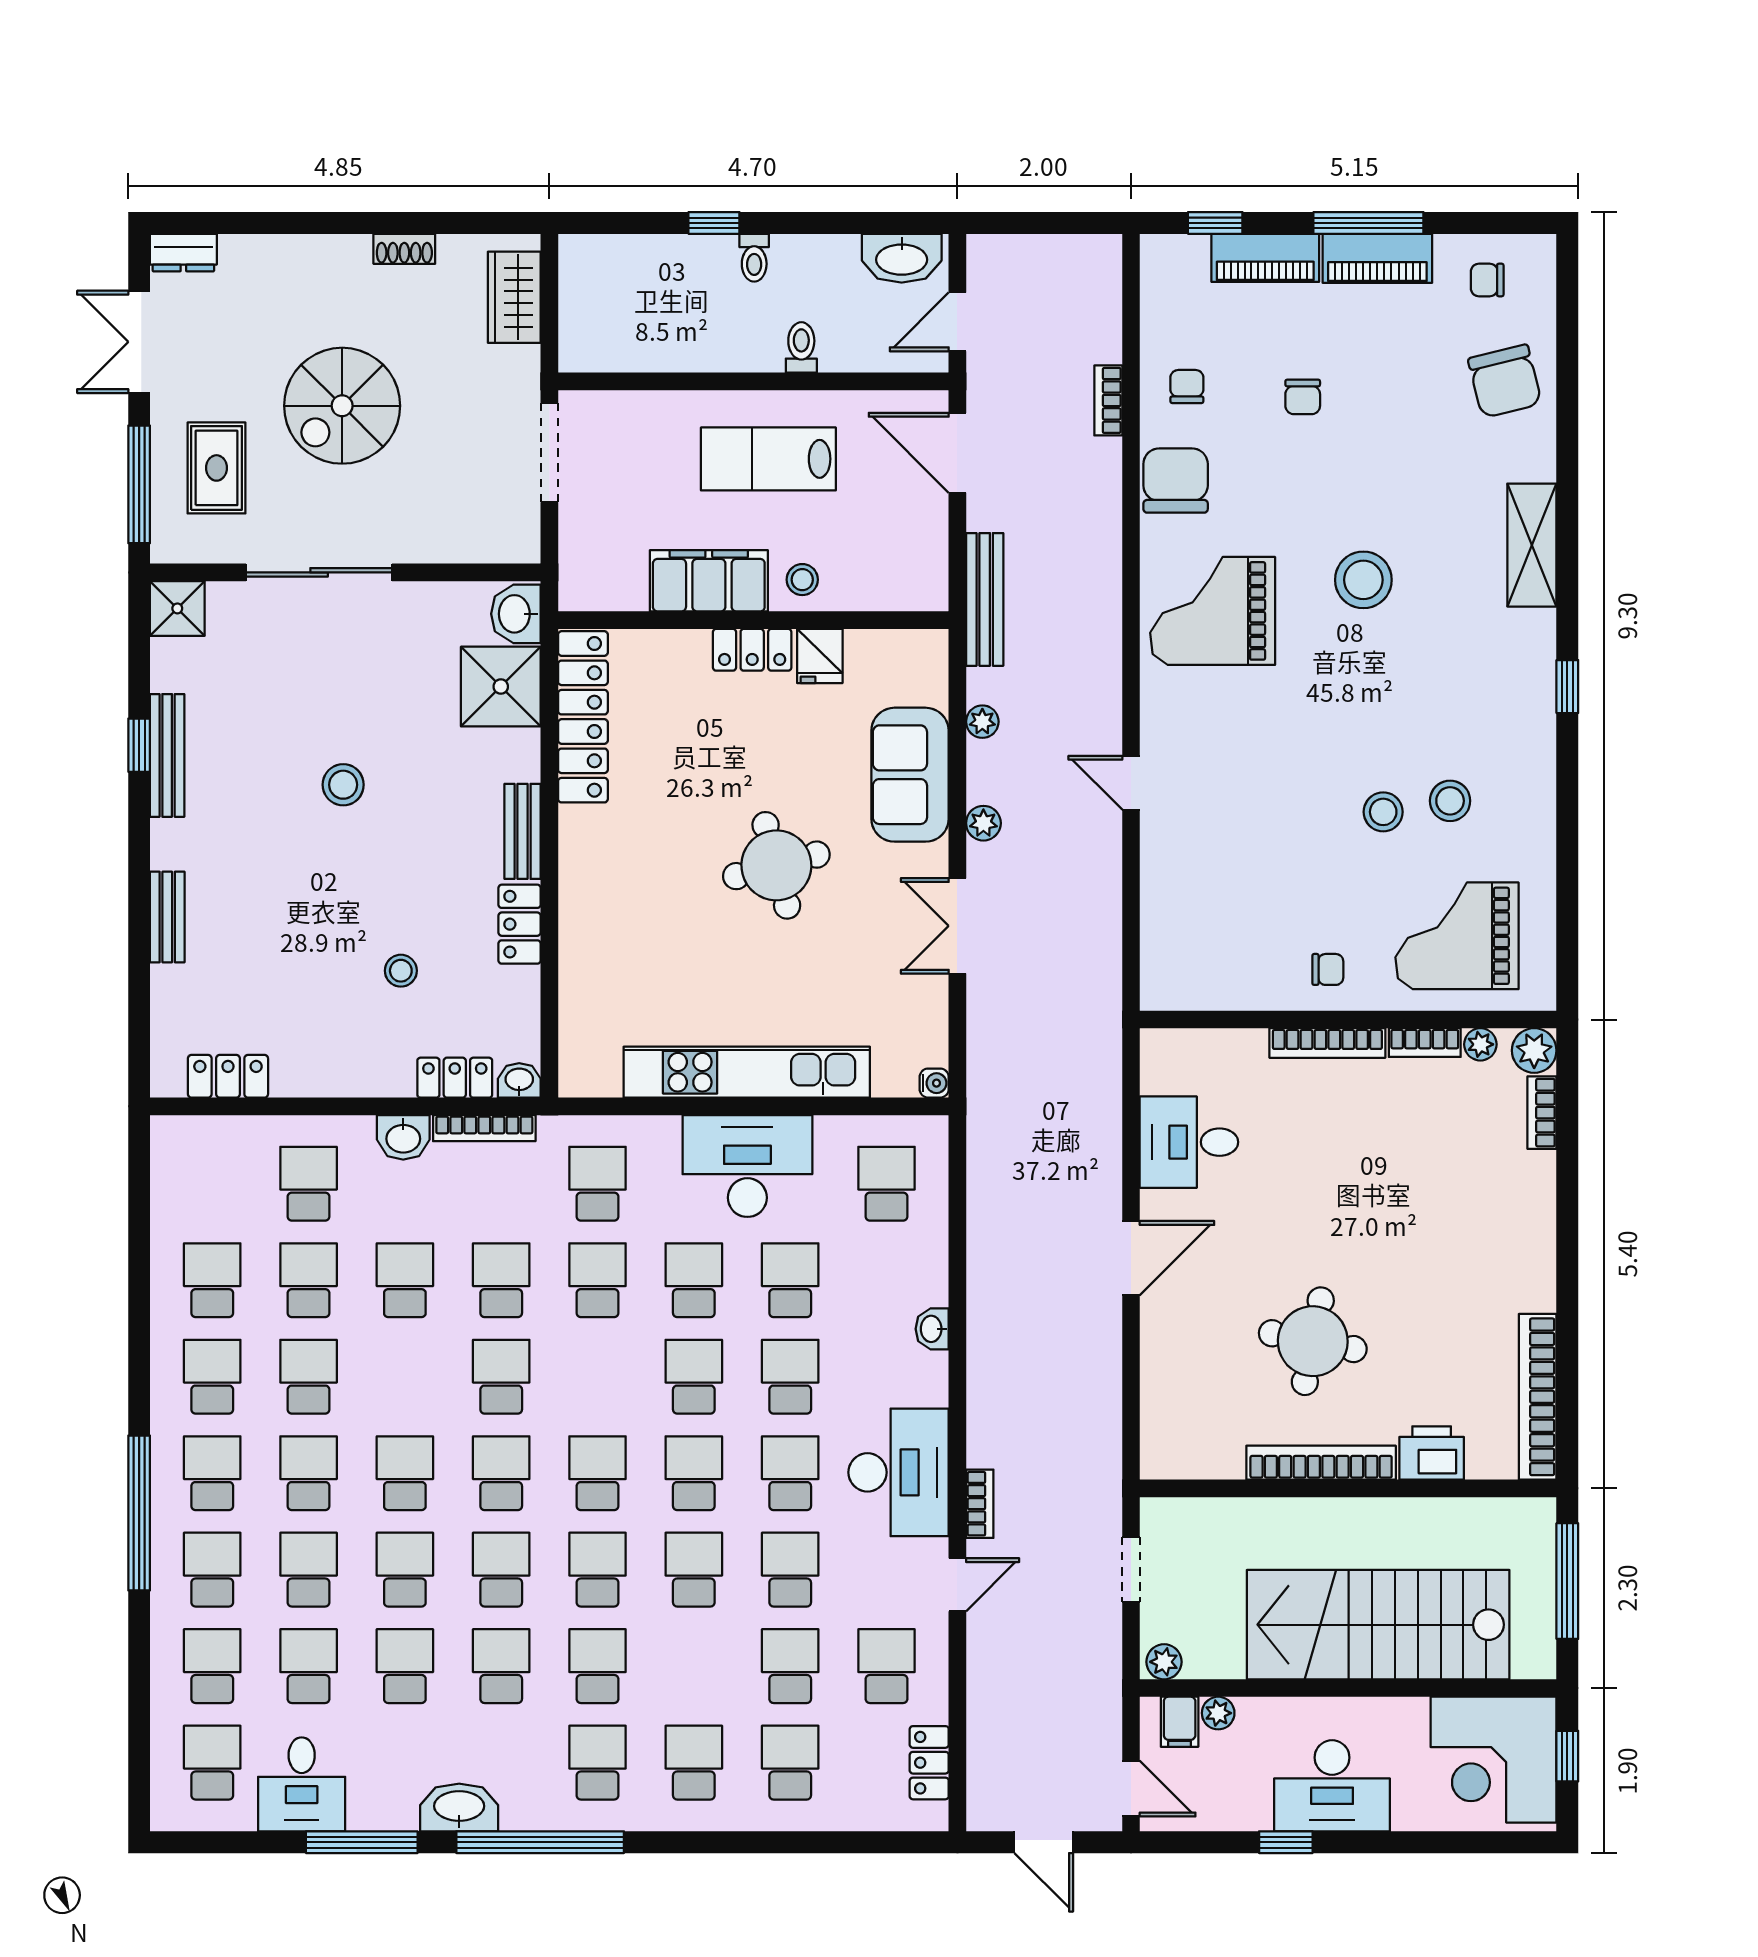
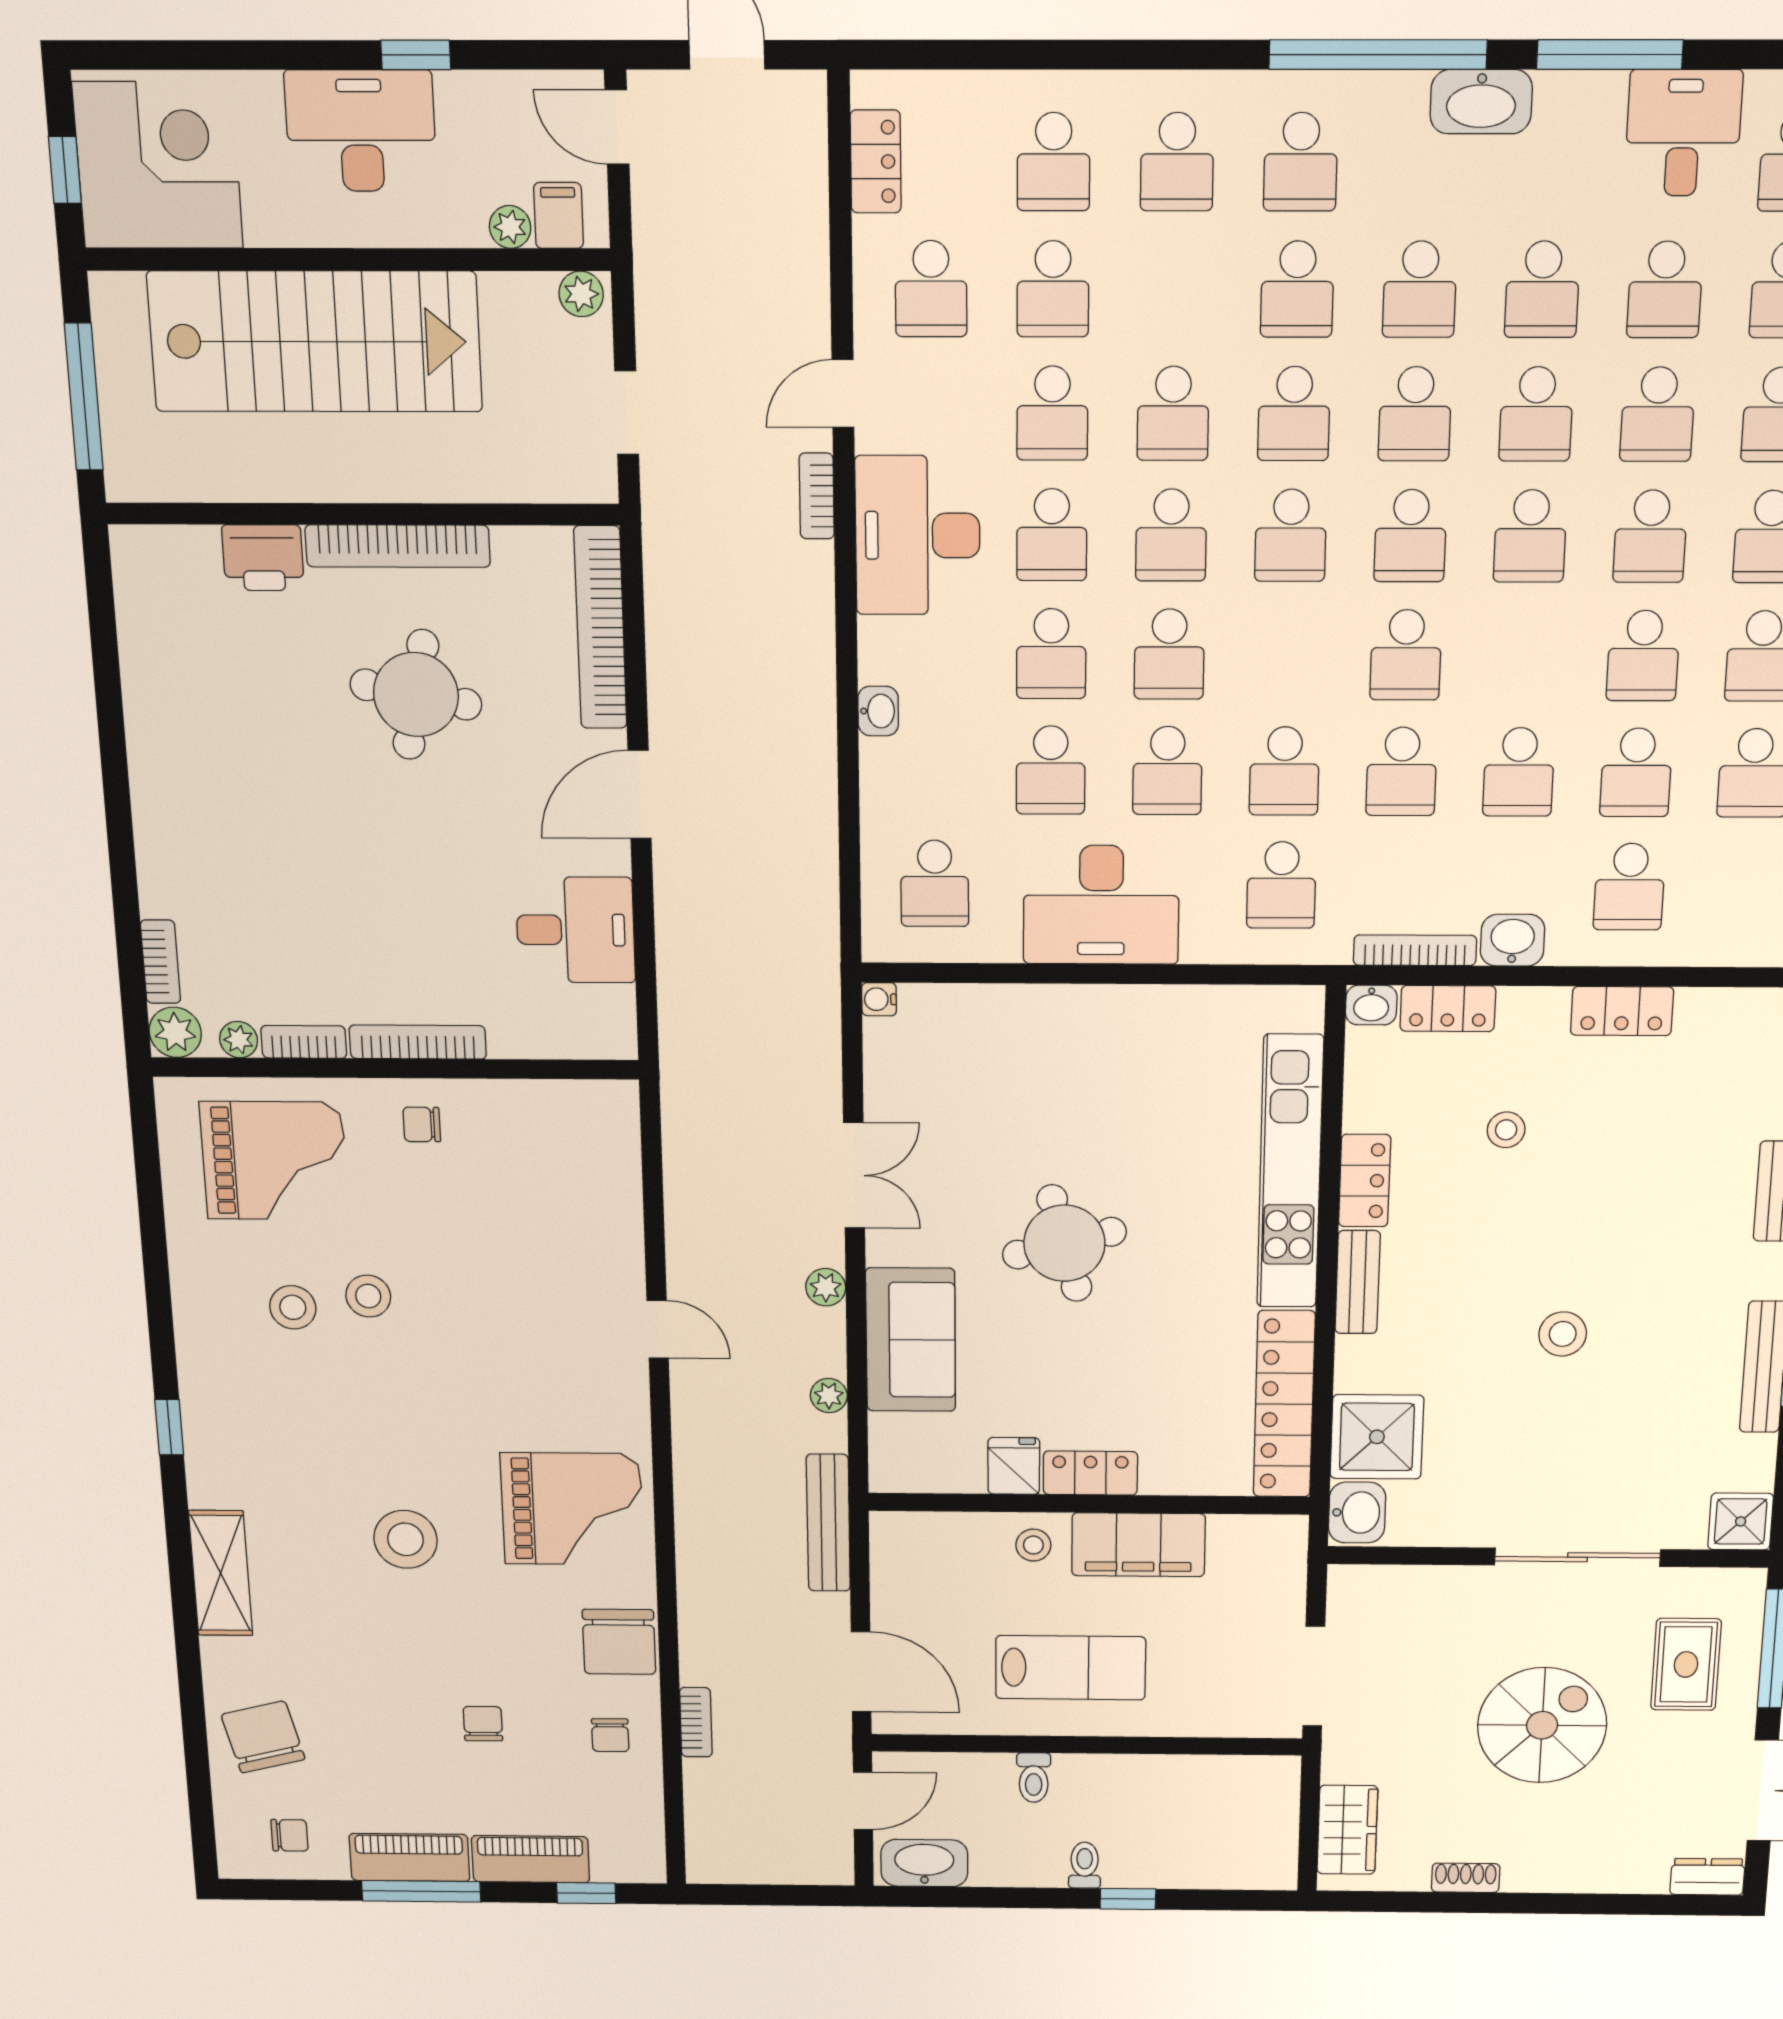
kitchen unit: (747, 1072) -> (1290, 1172), moved, turned 90
locker: (228, 1076) -> (1622, 1011), moved
bookcase: (1538, 1397) -> (600, 628), moved, turned 180

